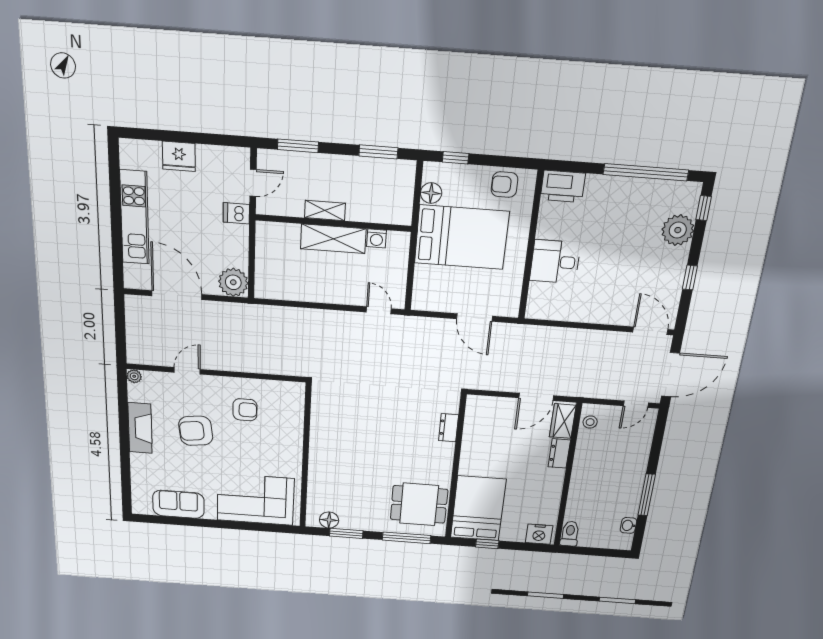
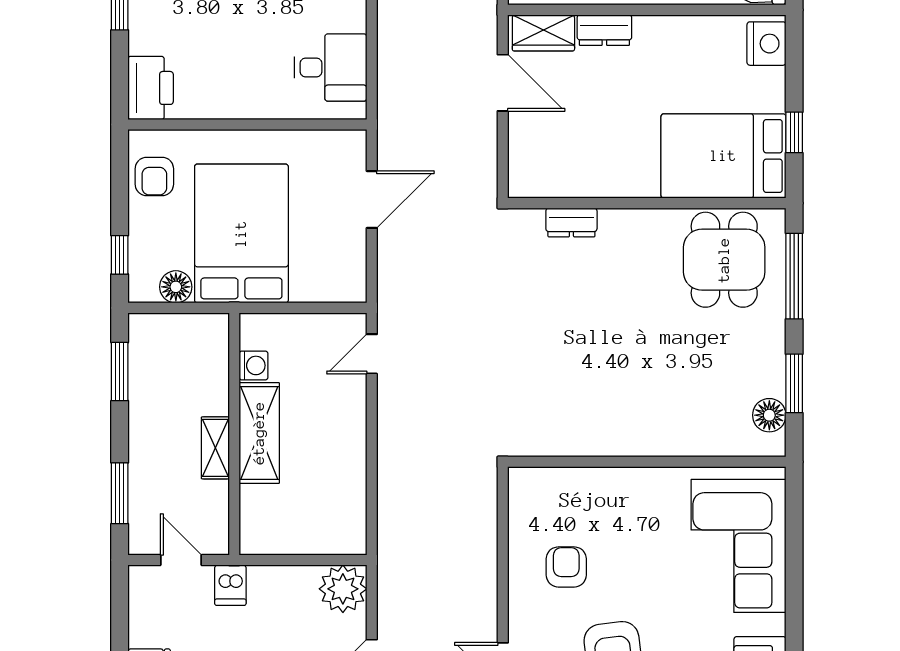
desk: (555, 262) -> (331, 67), moved, turned -90

